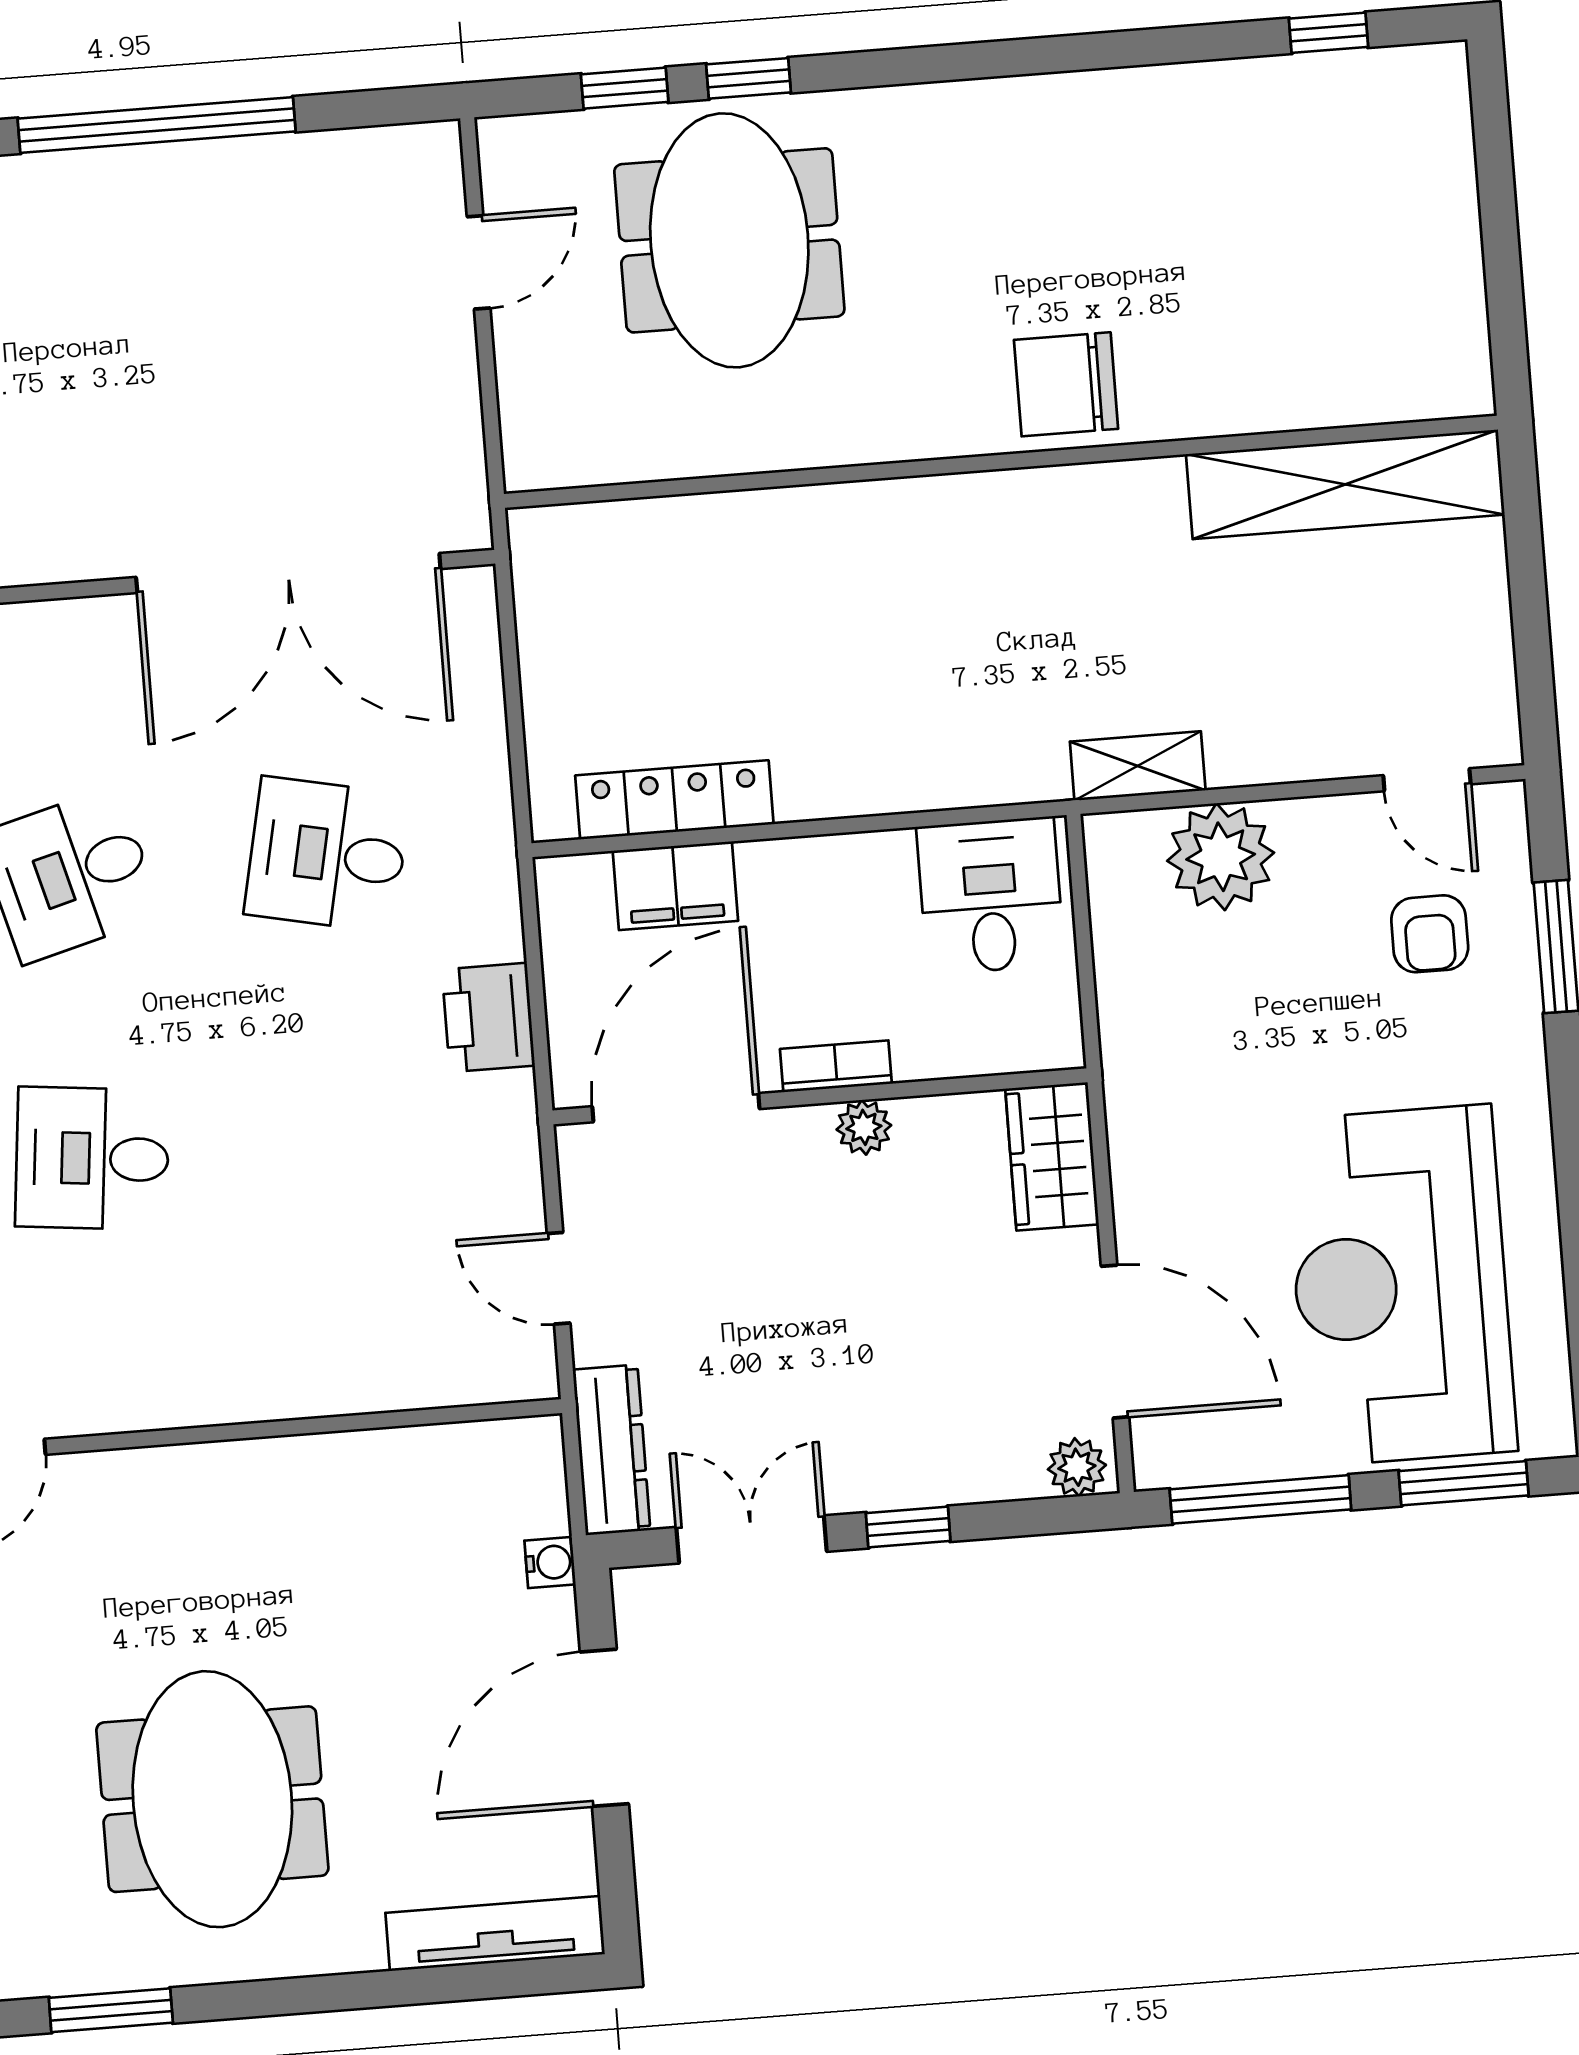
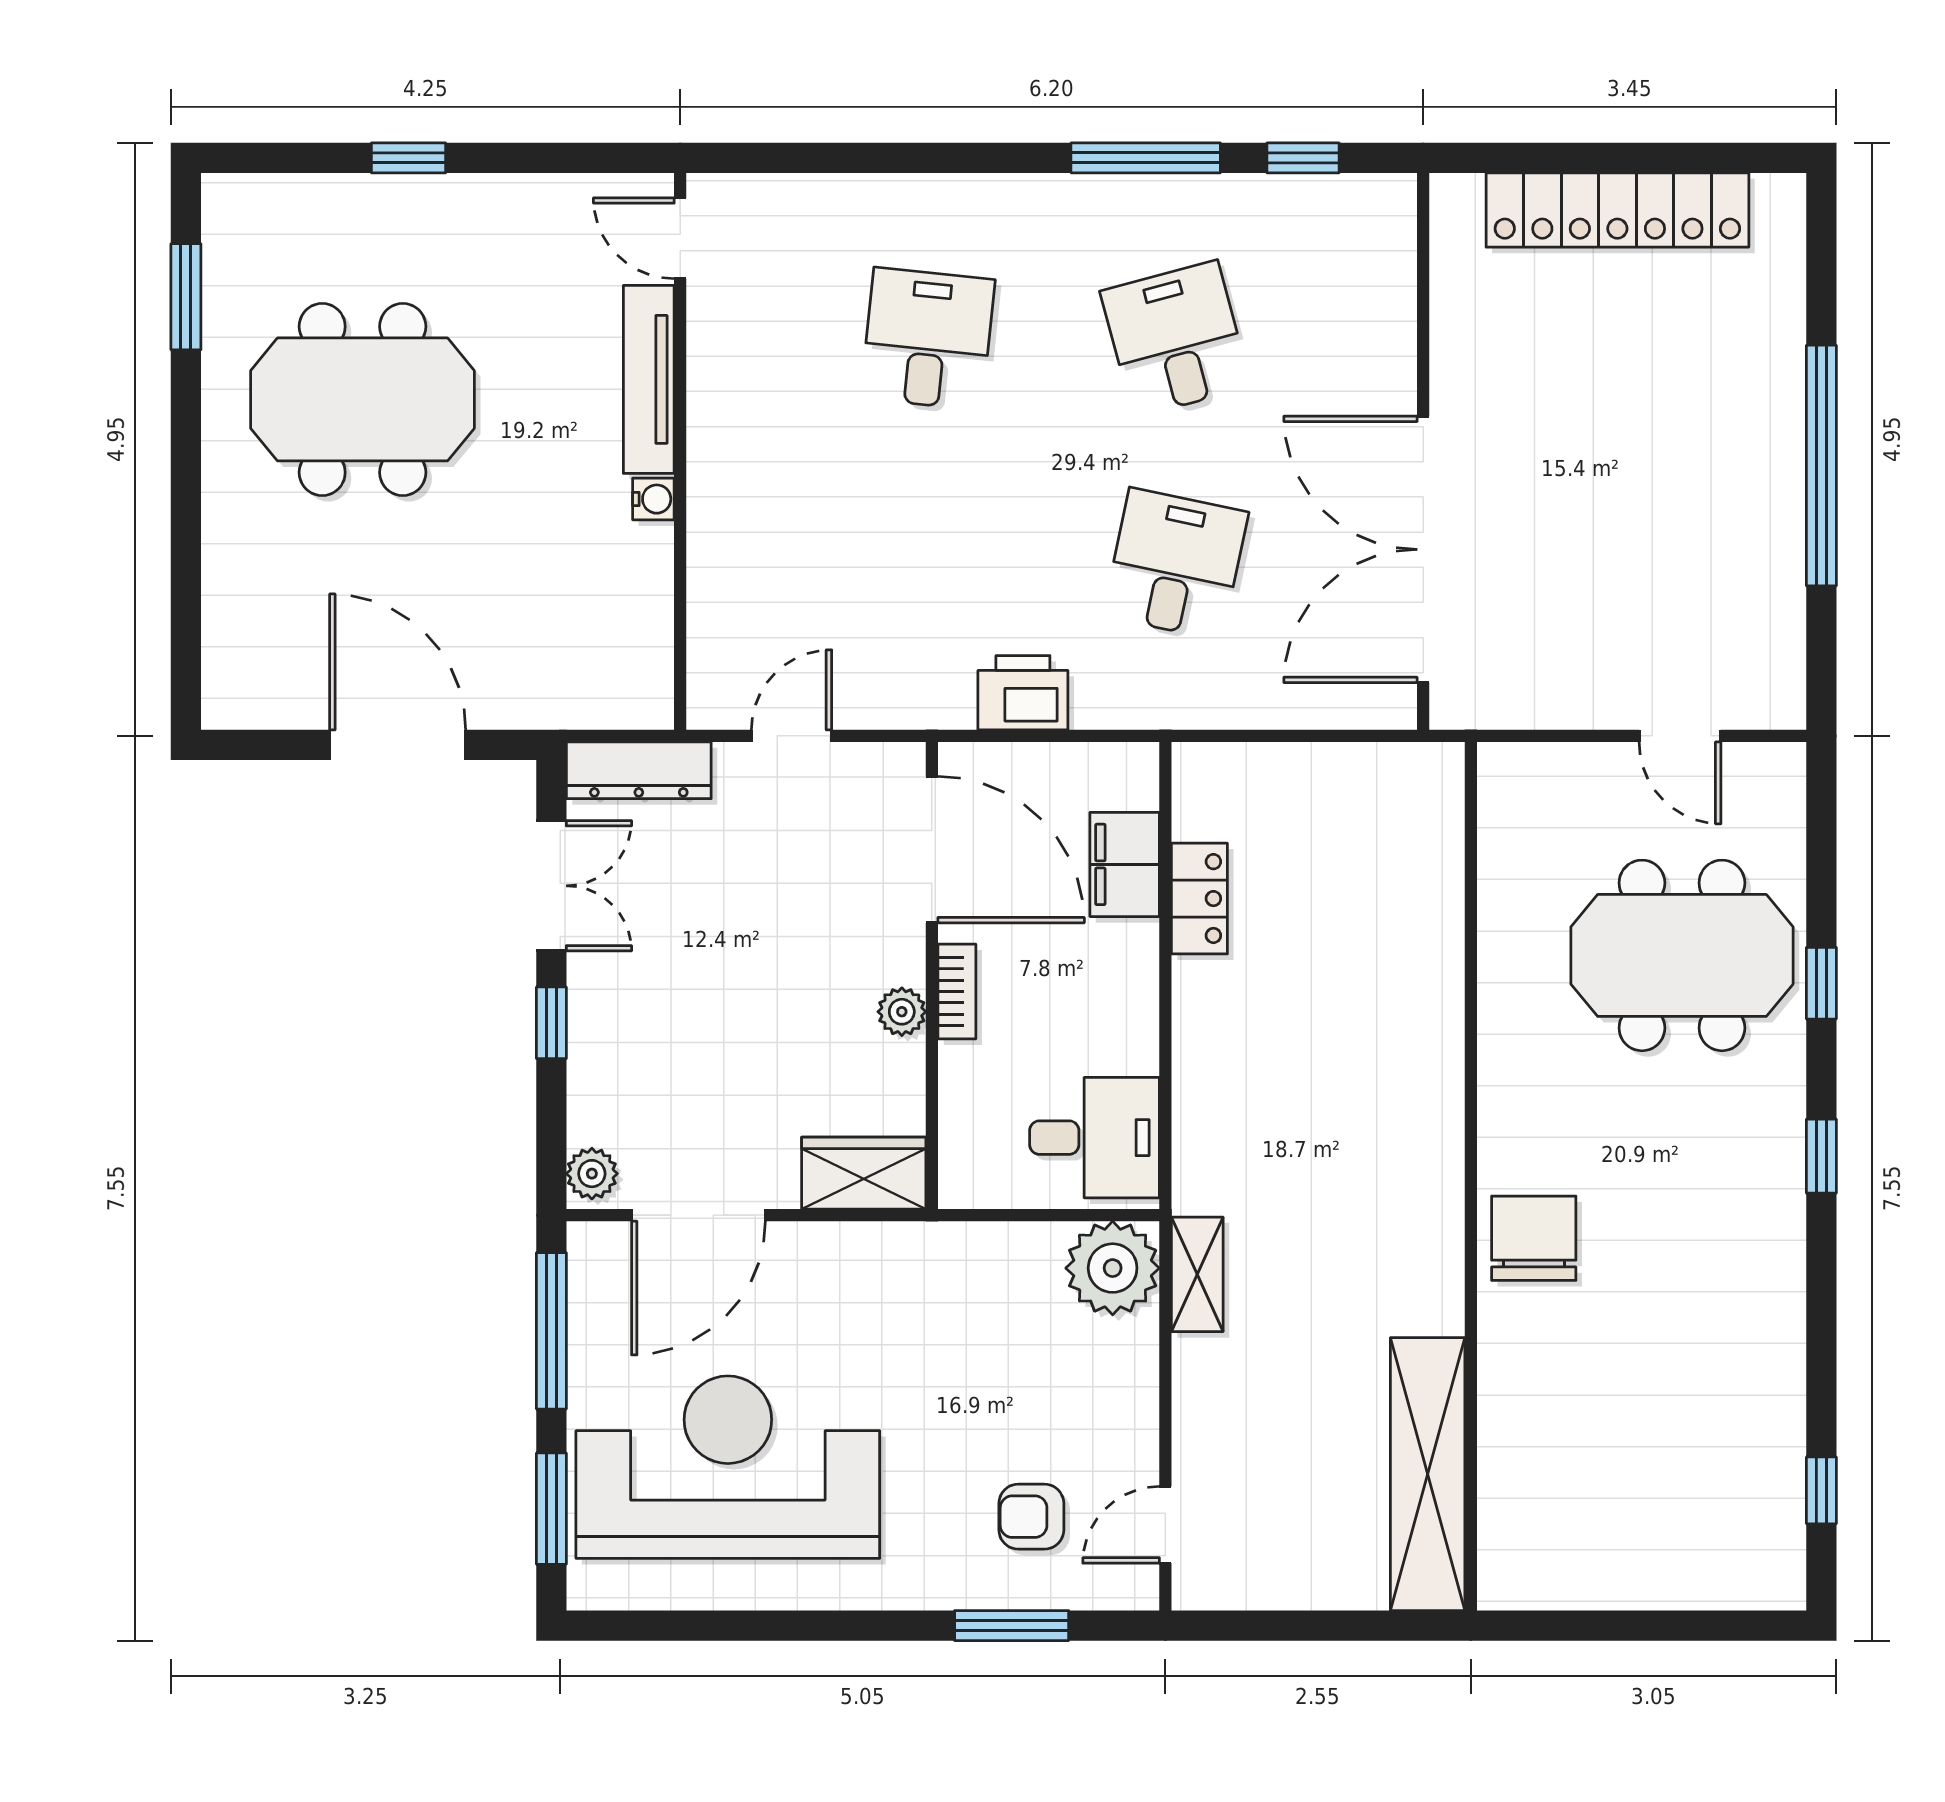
window: (625, 88) -> (1821, 1156), moved
locker: (674, 800) -> (1199, 899), width x0.66
plant: (1221, 857) -> (1113, 1268), moved
water cooler: (550, 1562) -> (653, 499), moved, turned -90
tv unit: (495, 1933) -> (649, 379), moved, turned 180

